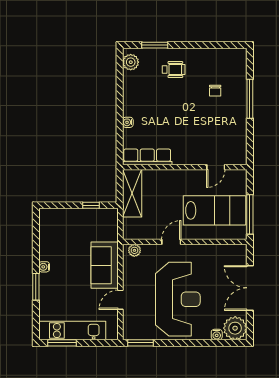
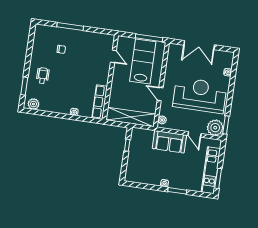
shelving: (132, 193) -> (131, 117), width x1.47
plant: (235, 328) -> (215, 128), moved

